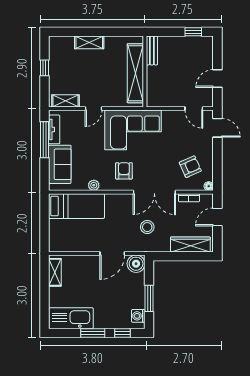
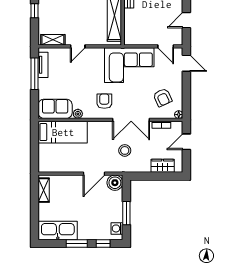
corner sofa: (133, 130) -> (129, 65), moved
sofa: (60, 164) -> (55, 109), moved, turned -90
armchair: (190, 167) -> (163, 97), turned 89
wardrobe: (190, 244) -> (163, 166), width x0.67

